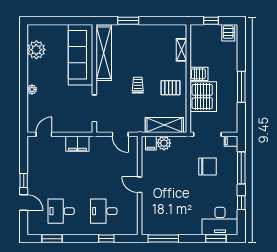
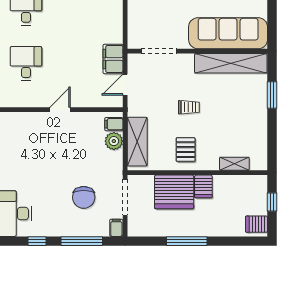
filing cabinet: (77, 144) -> (113, 59), moved

